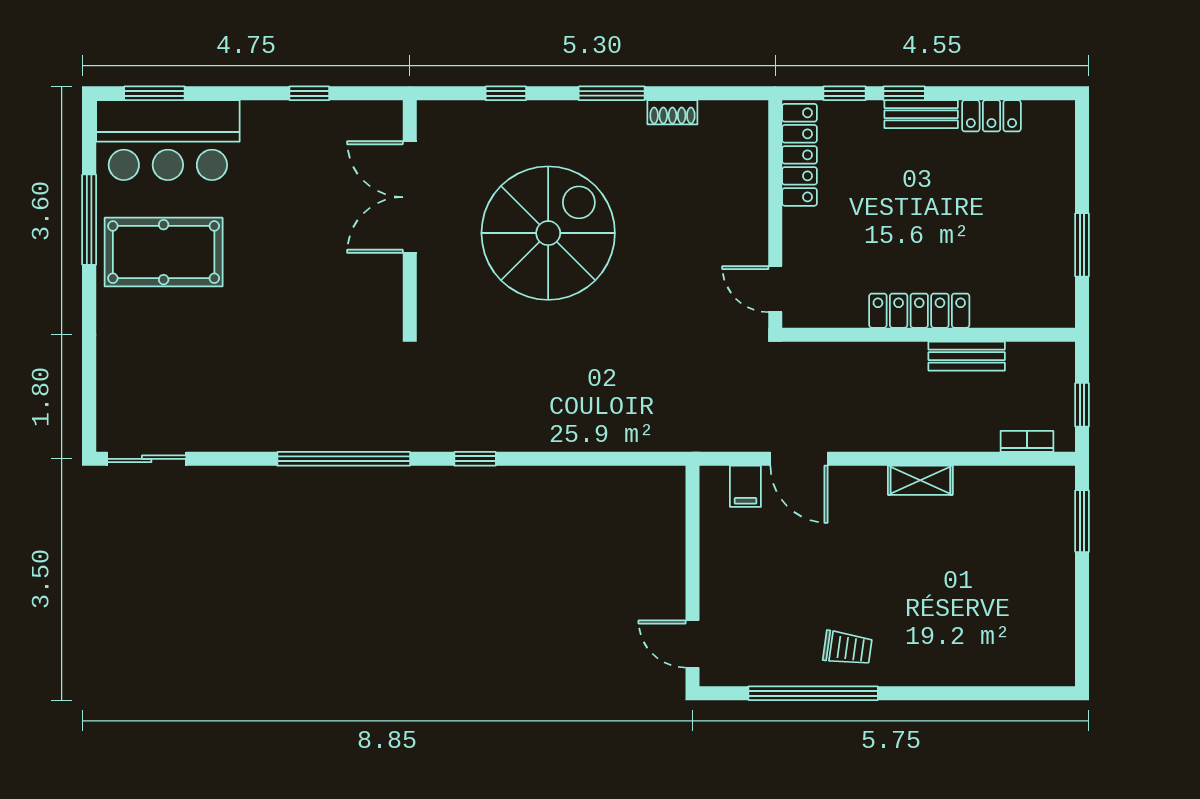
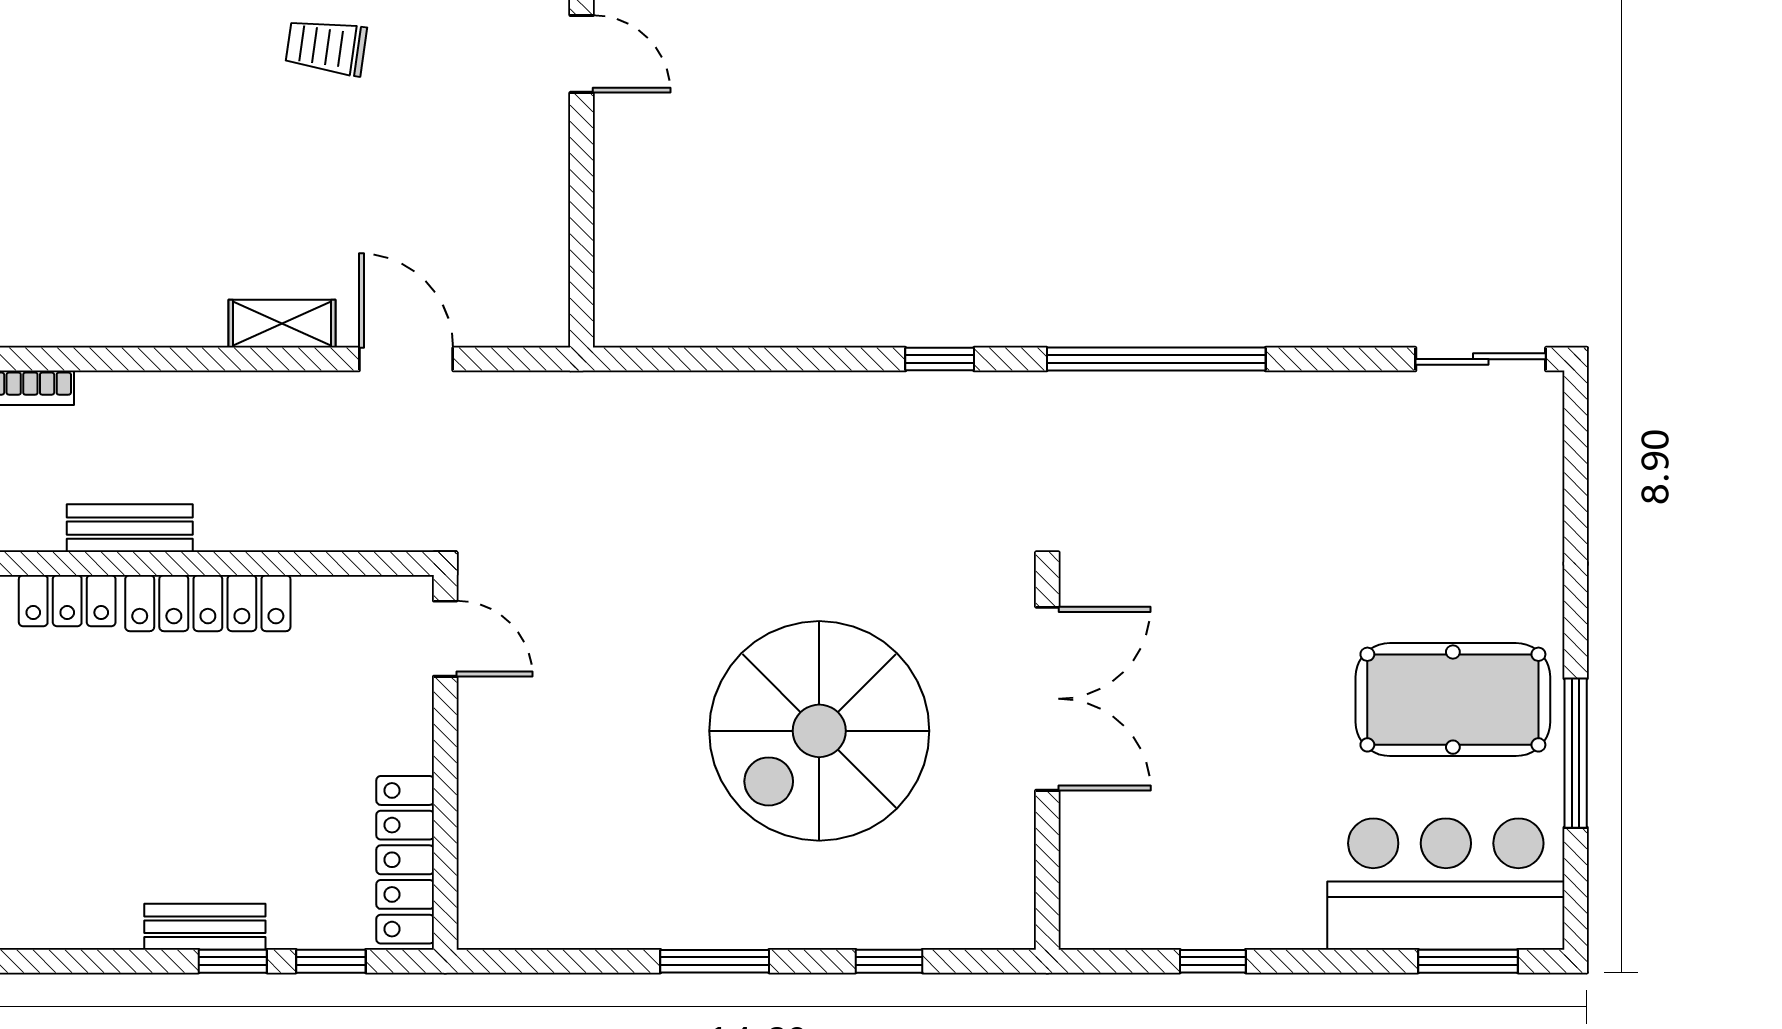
shoe rack: (672, 112) -> (614, 930), removed
locker: (991, 116) -> (67, 601), moved, turned 180
double door: (410, 197) -> (1047, 699), moved
shelving: (920, 480) -> (282, 324), moved
filing cabinet: (745, 486) -> (494, 314), removed

